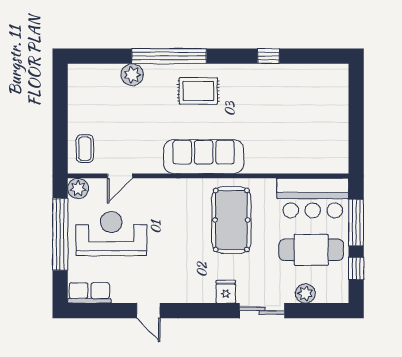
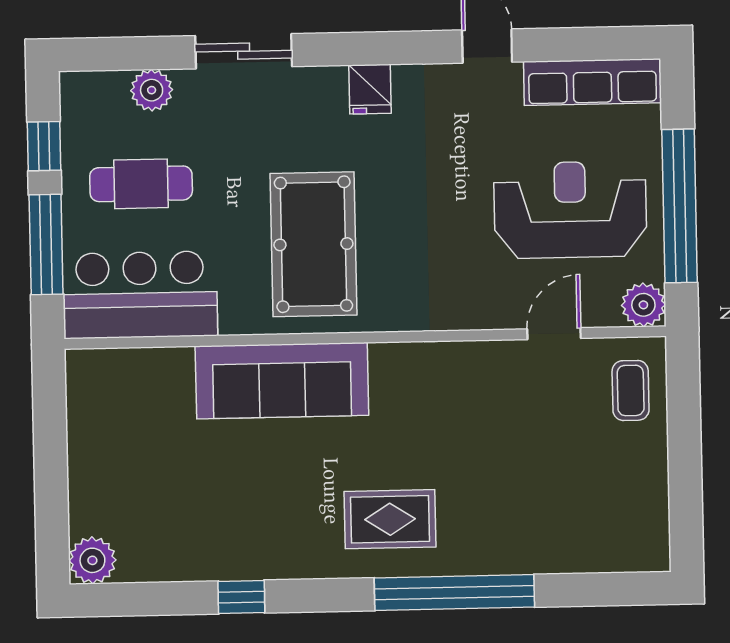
plant: (132, 75) -> (92, 560), moved
sofa: (204, 157) -> (282, 381), moved
reception desk: (111, 234) -> (570, 210), turned 180
cafe table: (311, 250) -> (141, 184), width x0.73, depth x0.74
fridge: (226, 292) -> (370, 89), moved
row of seats: (89, 293) -> (592, 82), width x1.48

